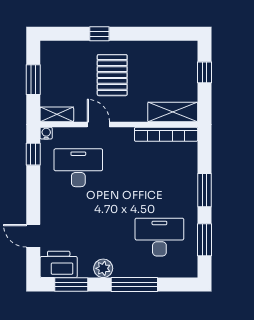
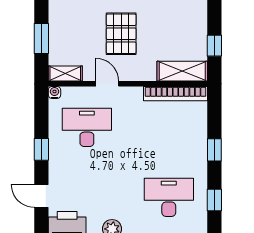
window: (204, 72) -> (214, 46), moved
window: (33, 154) -> (41, 149), moved
window: (204, 190) -> (214, 150), width x0.67
window: (204, 240) -> (214, 200), width x0.67

